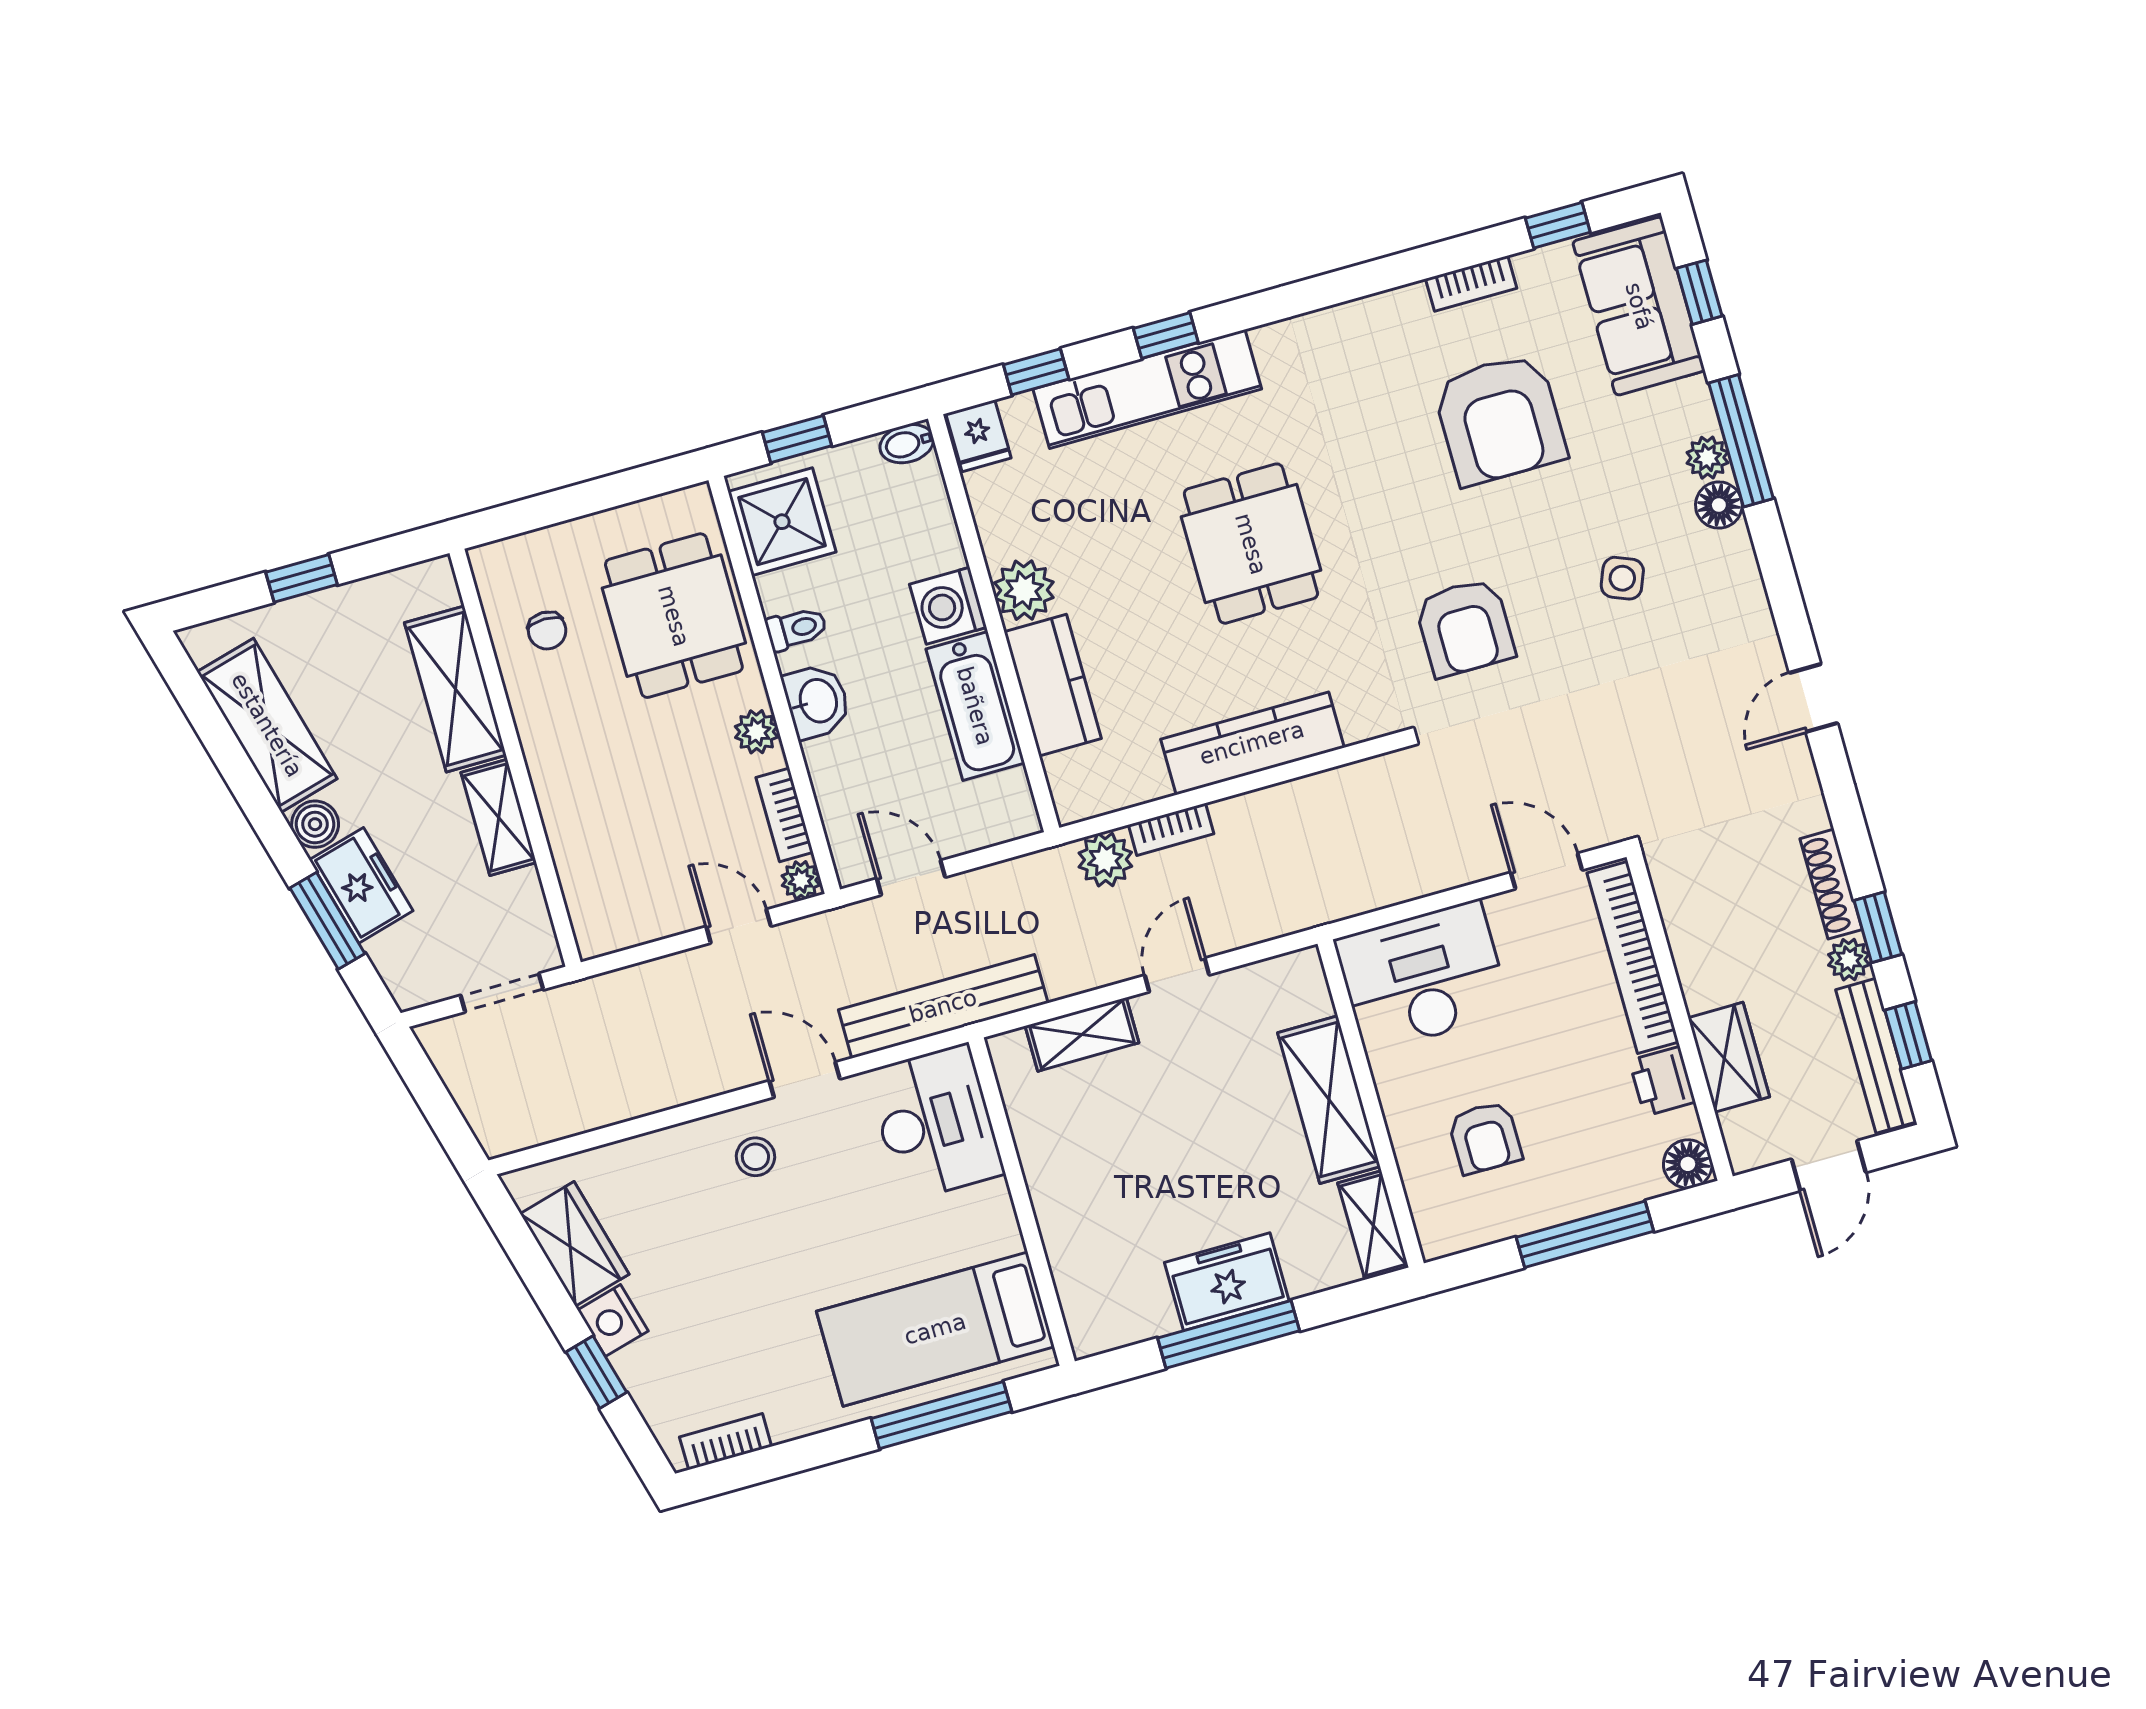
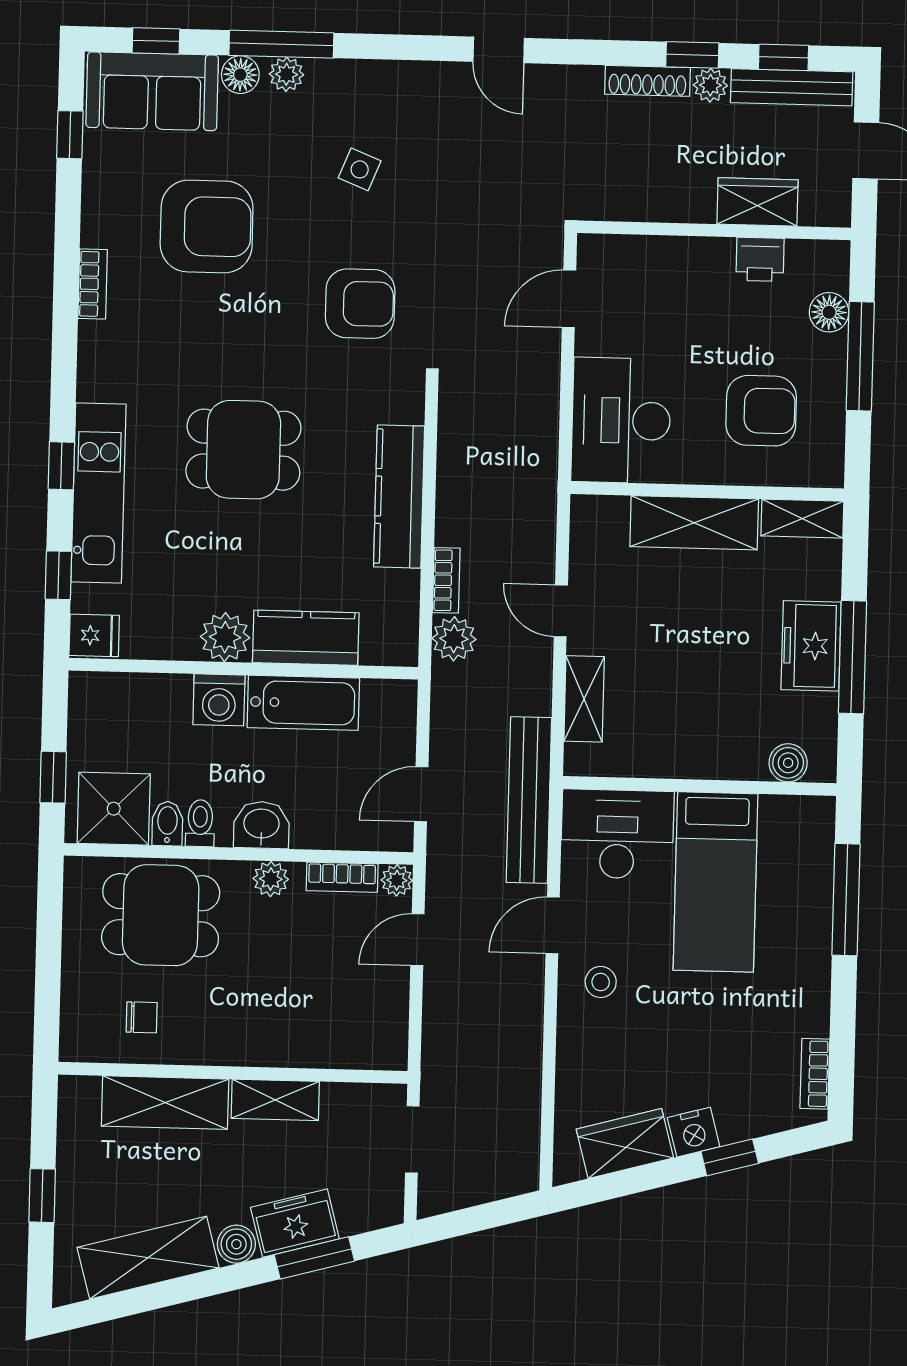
bookcase: (1471, 283) -> (93, 284), moved
bidet: (907, 444) -> (167, 824), moved, turned 180
floor lamp: (1719, 505) -> (240, 75), moved
bookcase: (1633, 957) -> (657, 252), removed
armchair: (1485, 1138) -> (761, 411), width x1.38, depth x1.38
floor lamp: (1688, 1164) -> (829, 312), moved
boiler: (1081, 1297) -> (788, 763), added
bed: (935, 1329) -> (715, 882), moved

